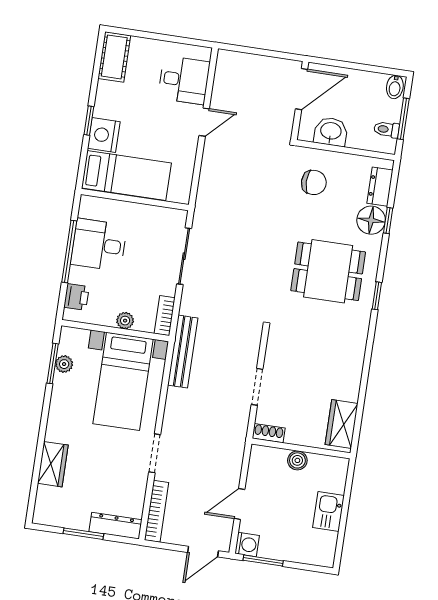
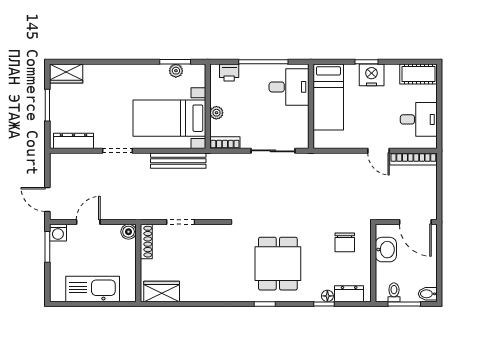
desk: (184, 80) -> (419, 119), moved, turned -90
nightstand: (104, 135) -> (372, 75), moved
floor lamp: (371, 220) -> (327, 296), width x0.53, depth x0.53
desk: (99, 245) -> (289, 87), moved, turned 90
bench: (183, 352) -> (178, 161), moved
shoe rack: (269, 433) -> (146, 242), width x1.43
boiler: (297, 460) -> (129, 232), moved
wardrobe: (53, 464) -> (66, 74), moved
door: (239, 504) -> (88, 222), hinge flipped
bookcase: (157, 511) -> (413, 159), moved
kitchen sink: (328, 511) -> (93, 289), width x1.87, depth x1.24
dresser: (115, 526) -> (74, 141), moved, turned -90

